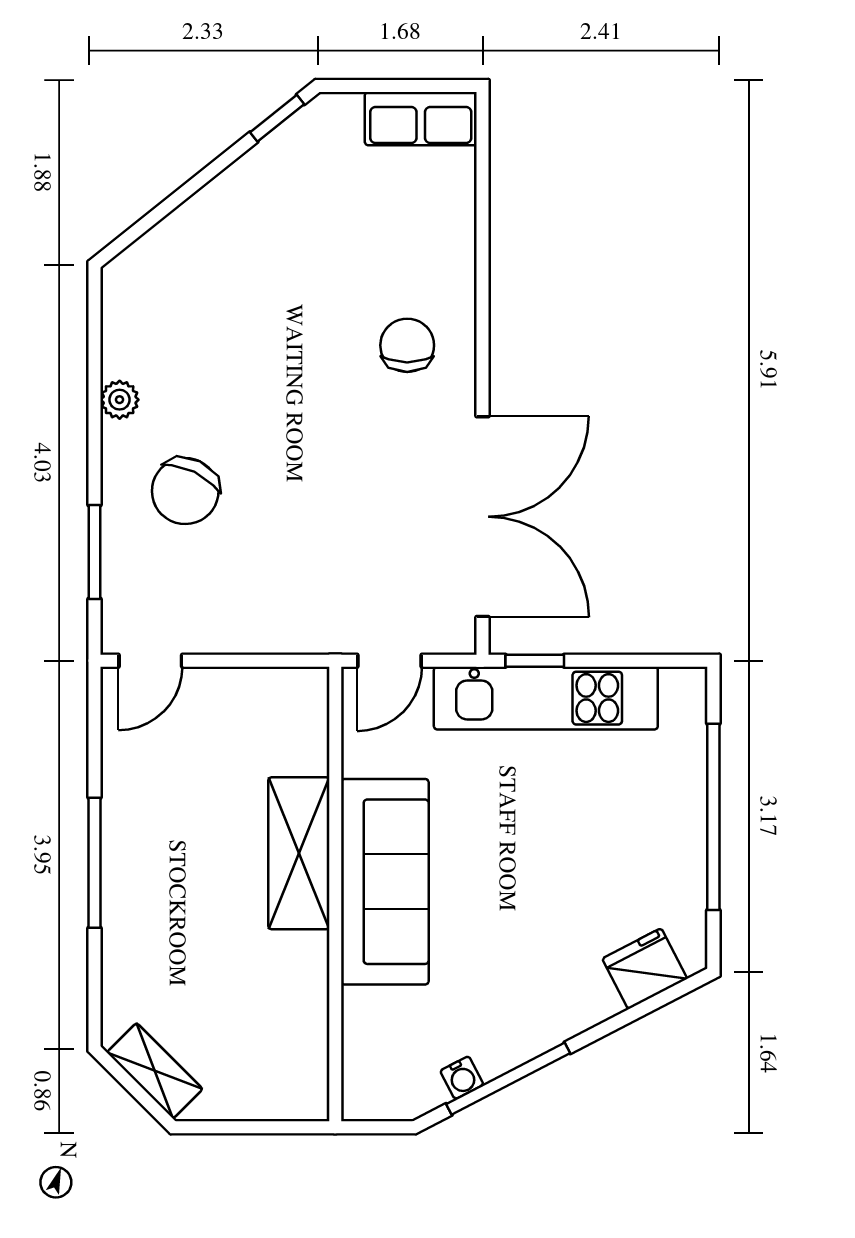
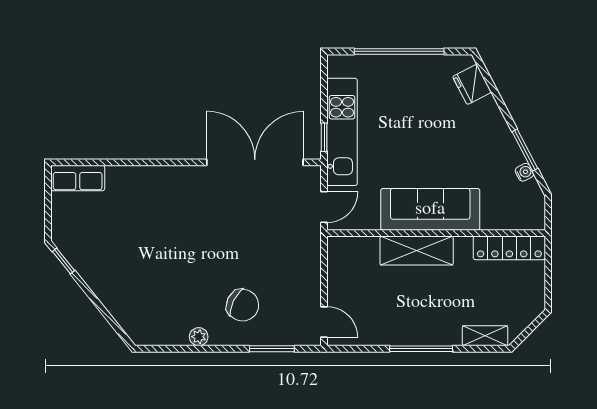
row of seats: (421, 119) -> (78, 178), moved, turned 90
chair: (407, 345) -> (173, 199), removed
door: (389, 661) -> (324, 207), hinge flipped
locker: (304, 1046) -> (509, 248), added
shelving: (155, 1071) -> (485, 336), moved, turned 45
window: (508, 1079) -> (525, 150), width x0.69

